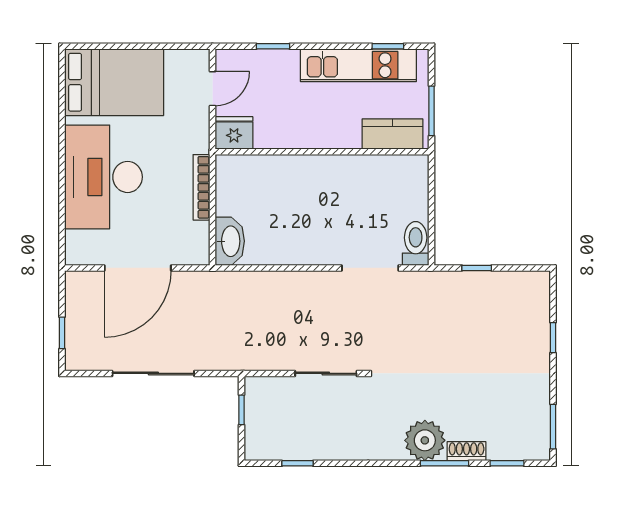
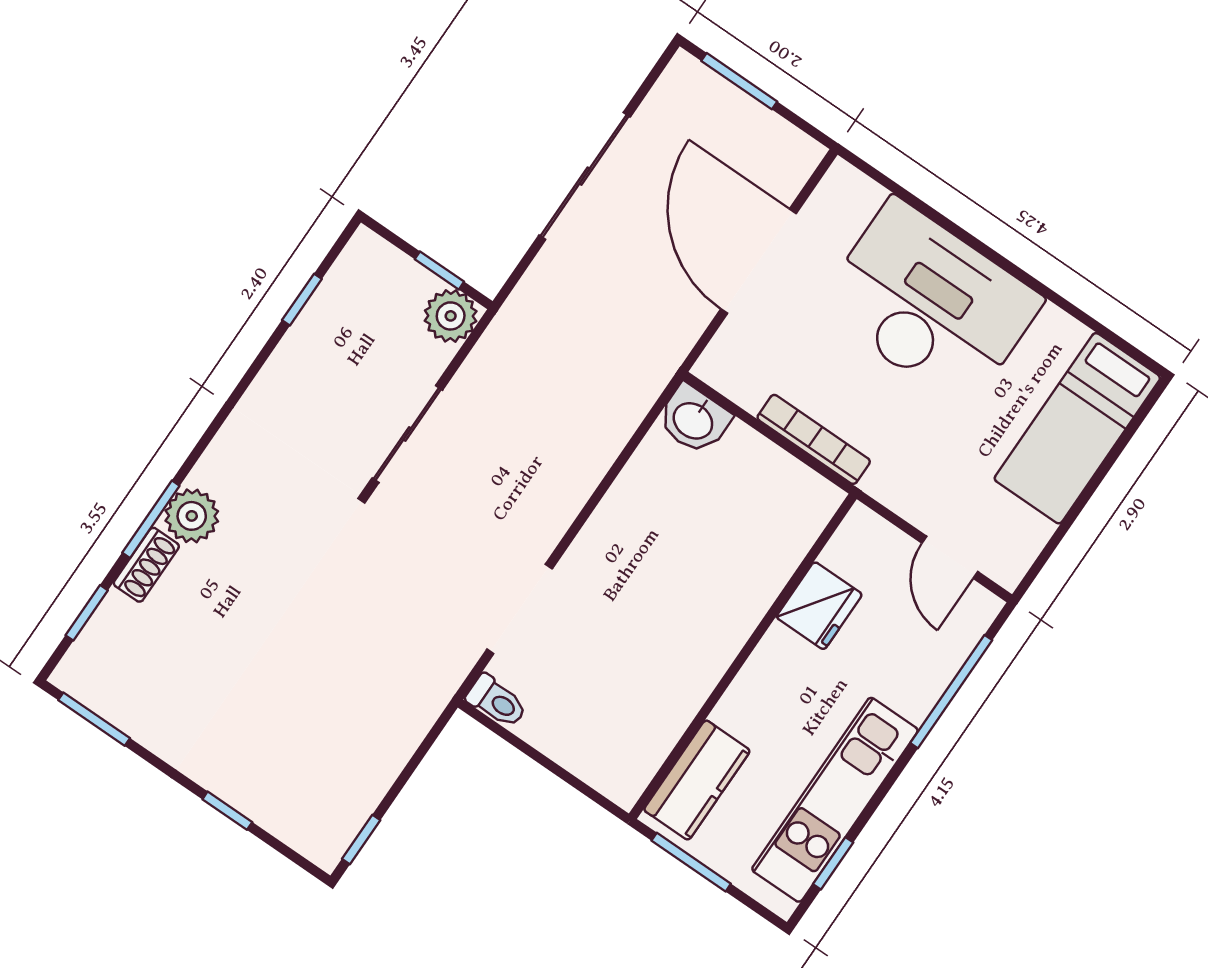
window: (273, 46) -> (951, 692), width x2.17
bed: (114, 82) -> (1077, 428), width x0.67
fridge: (234, 133) -> (819, 606), moved
washbasin: (230, 241) -> (694, 420), width x0.72
toilet: (416, 243) -> (497, 701), width x0.73, depth x0.72
window: (477, 268) -> (361, 840), moved
window: (62, 333) -> (739, 81), width x1.50
plant: (259, 391) -> (451, 316), added
plant: (425, 440) -> (192, 516), width x0.73, depth x0.73

